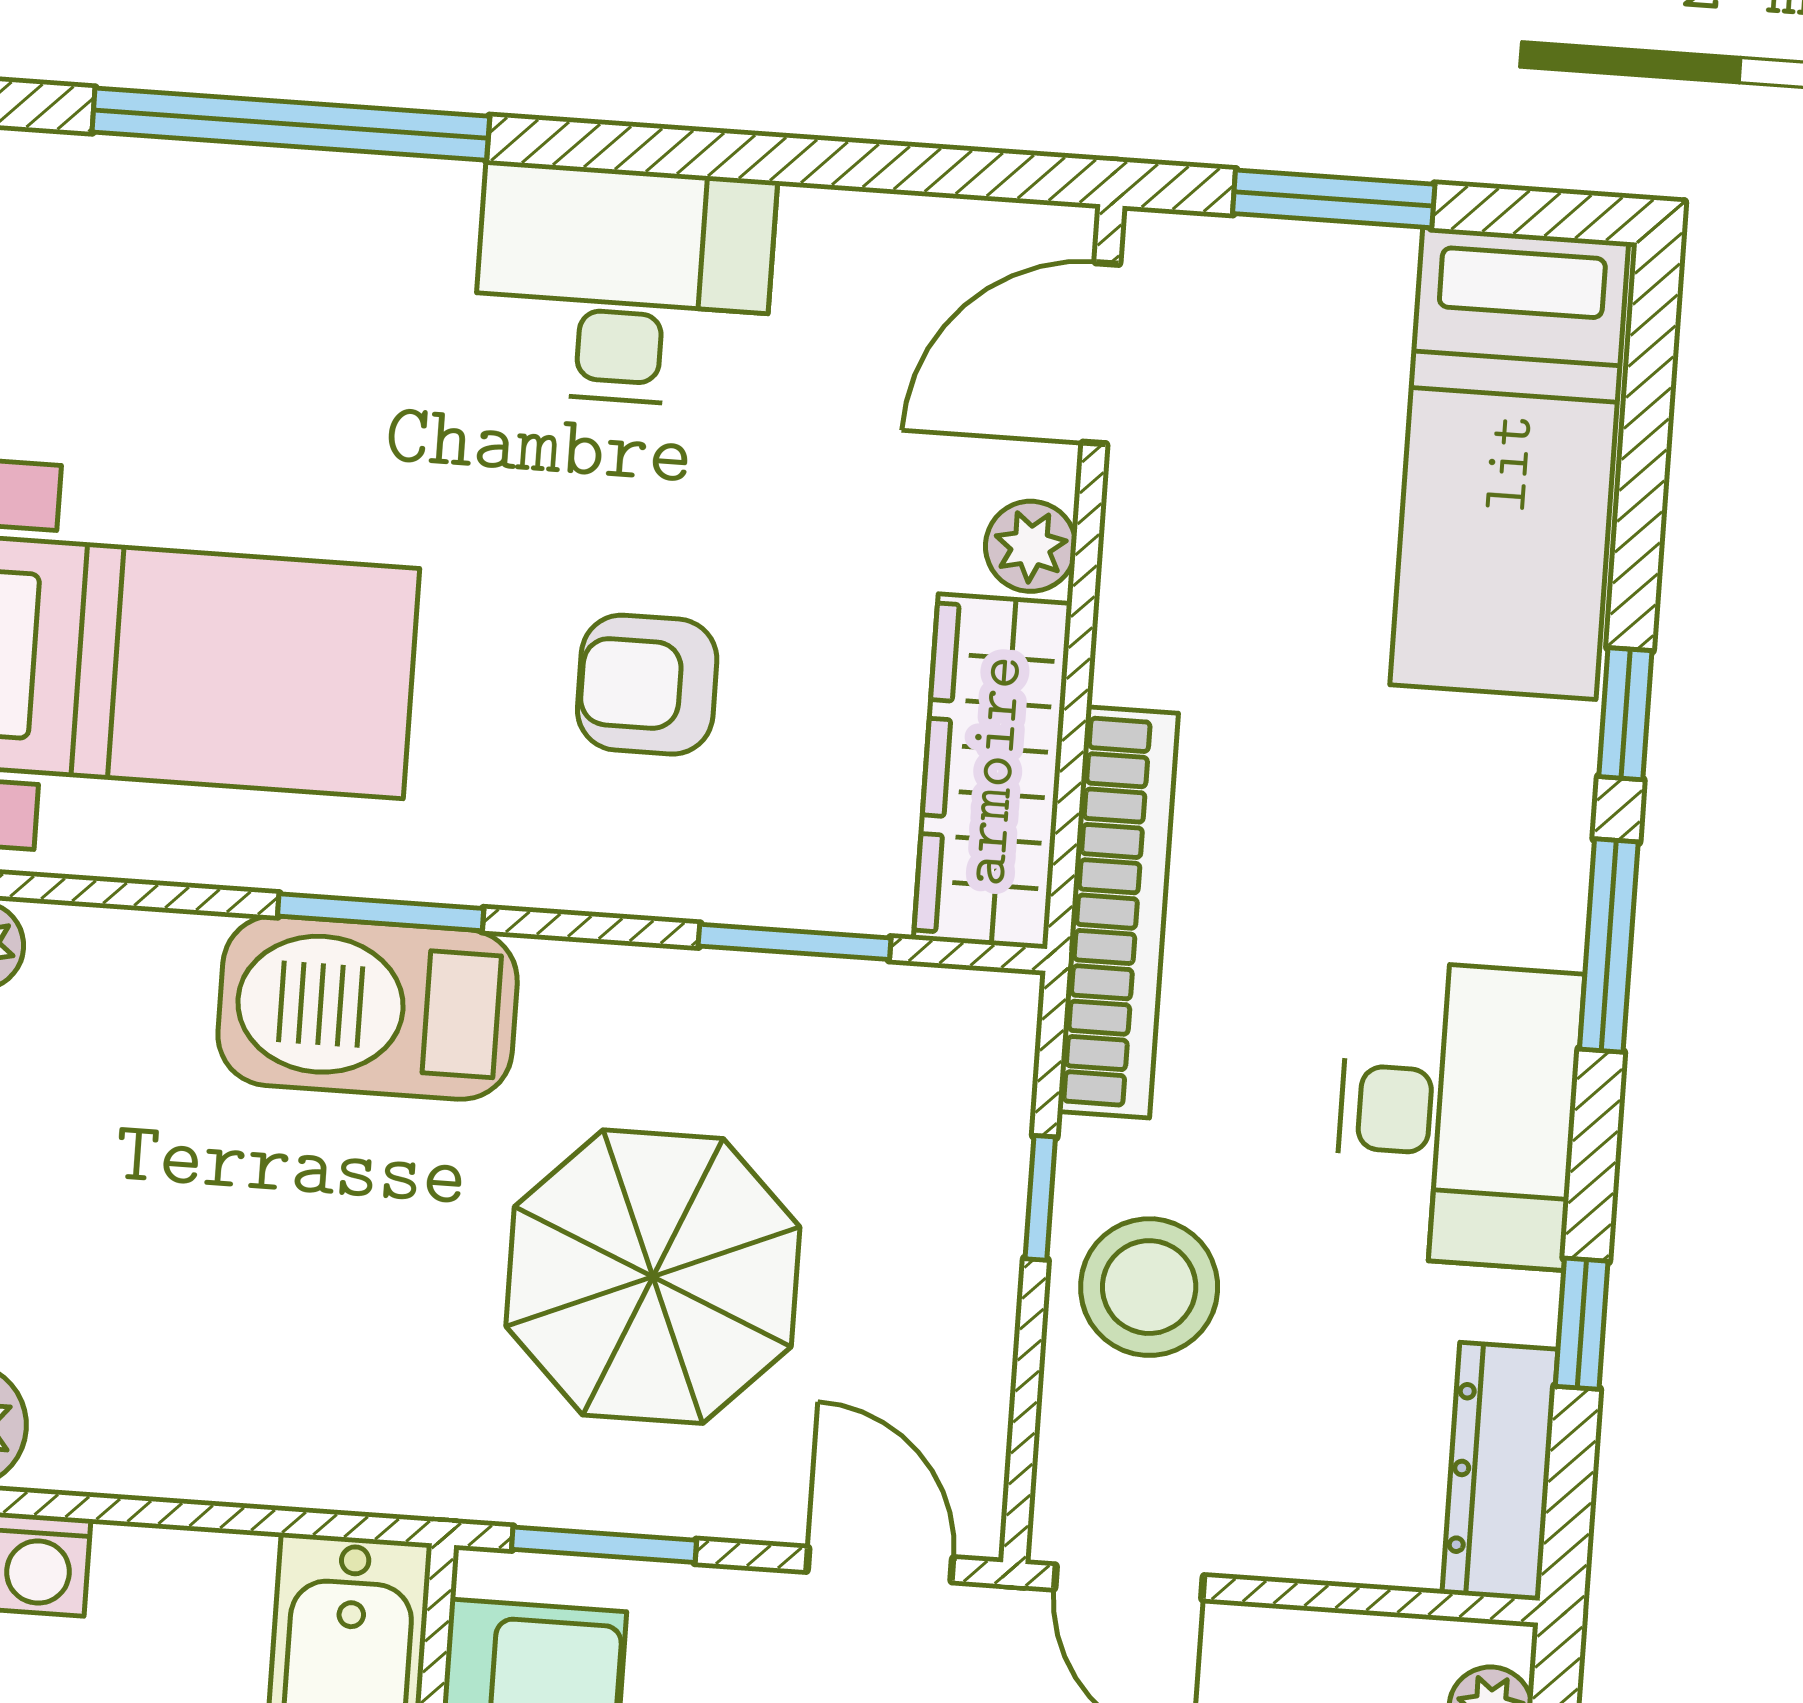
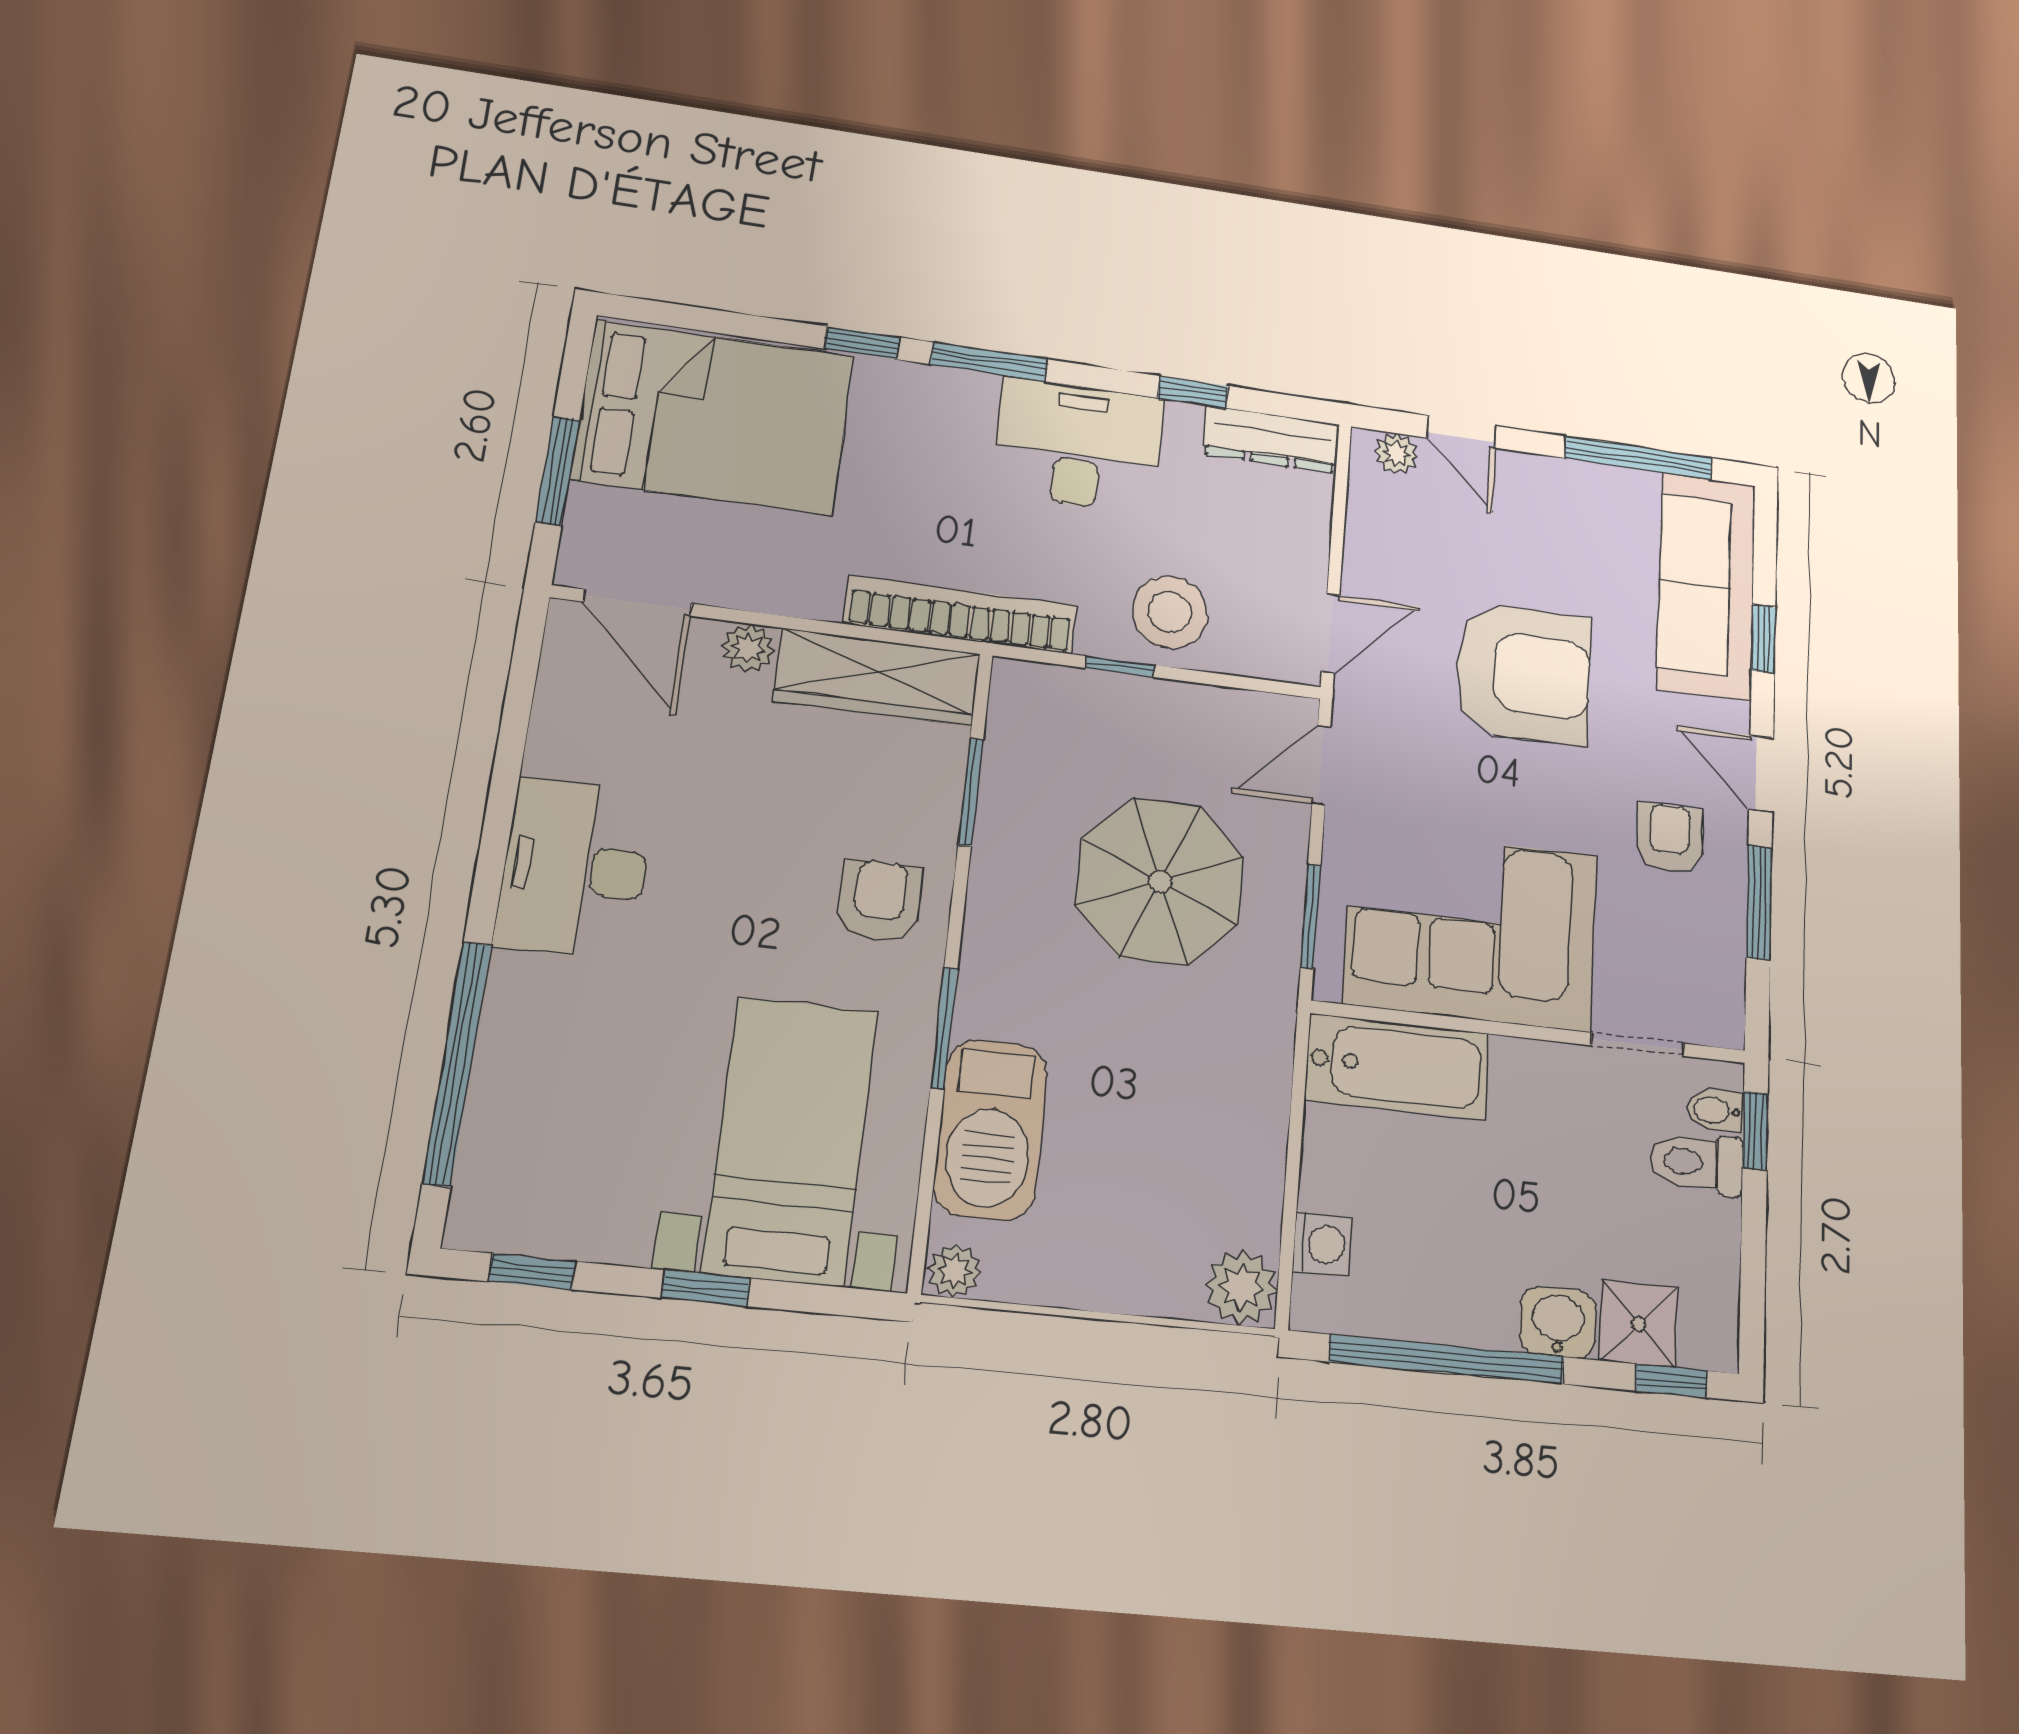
bed: (1509, 463) -> (714, 417), width x1.50
armchair: (647, 685) -> (880, 901), moved, turned 180
barbecue: (368, 1008) -> (990, 1130), moved

